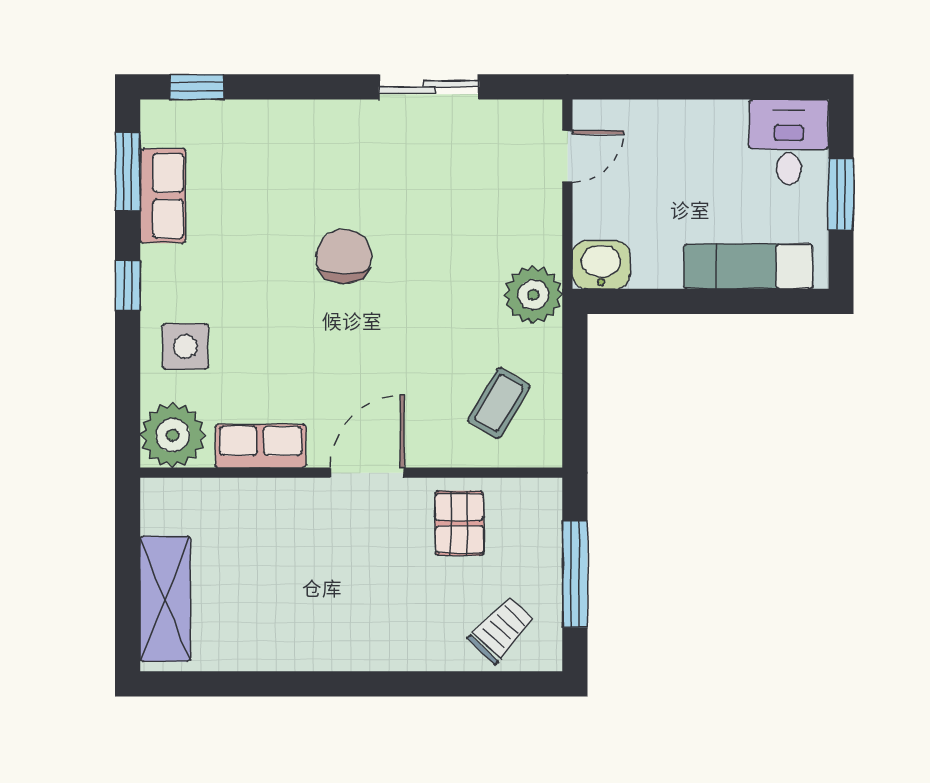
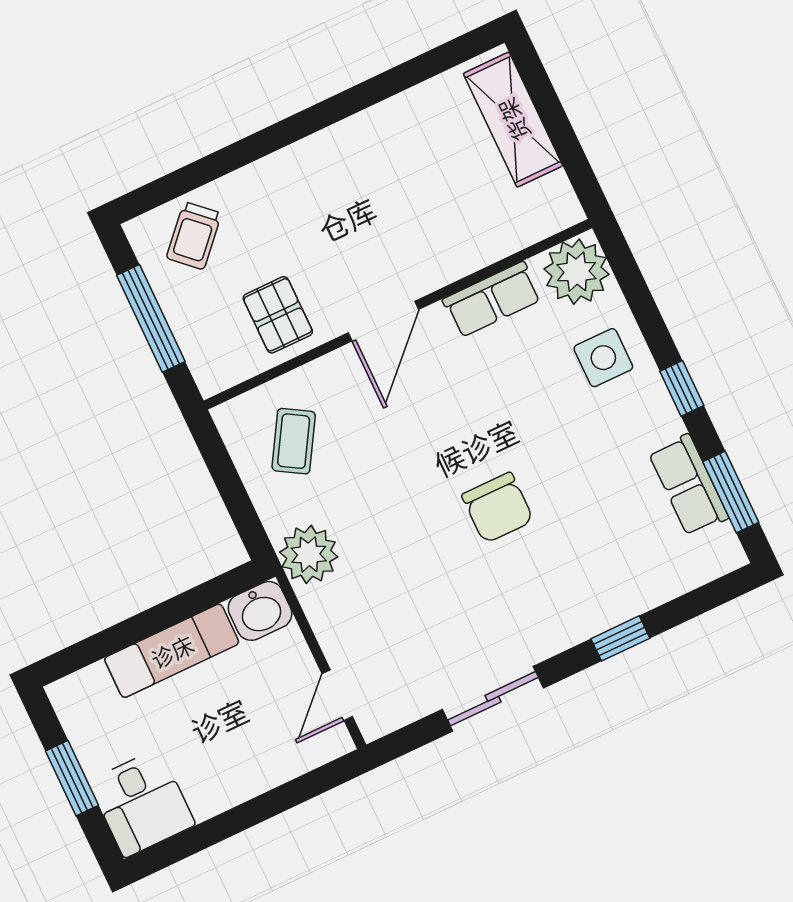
window: (197, 87) -> (620, 638), moved
exam couch: (748, 266) -> (172, 651), moved

